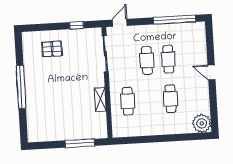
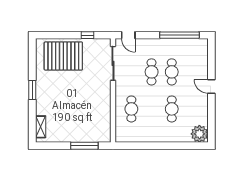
door: (120, 23) -> (128, 35), swing flipped
pallet: (52, 49) -> (63, 56), width x2.05, depth x2.00
window: (21, 87) -> (32, 90), width x0.47
shelving: (100, 99) -> (41, 127), moved

